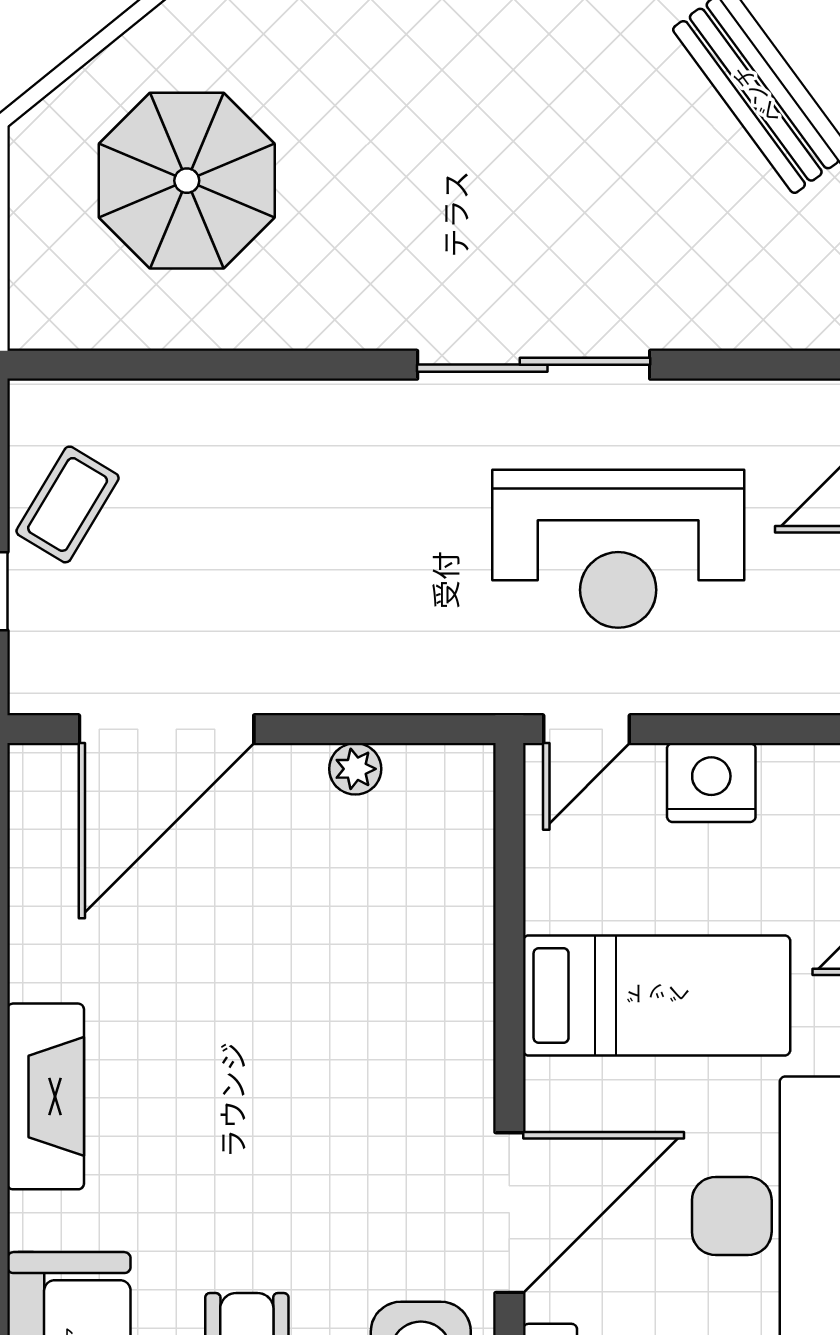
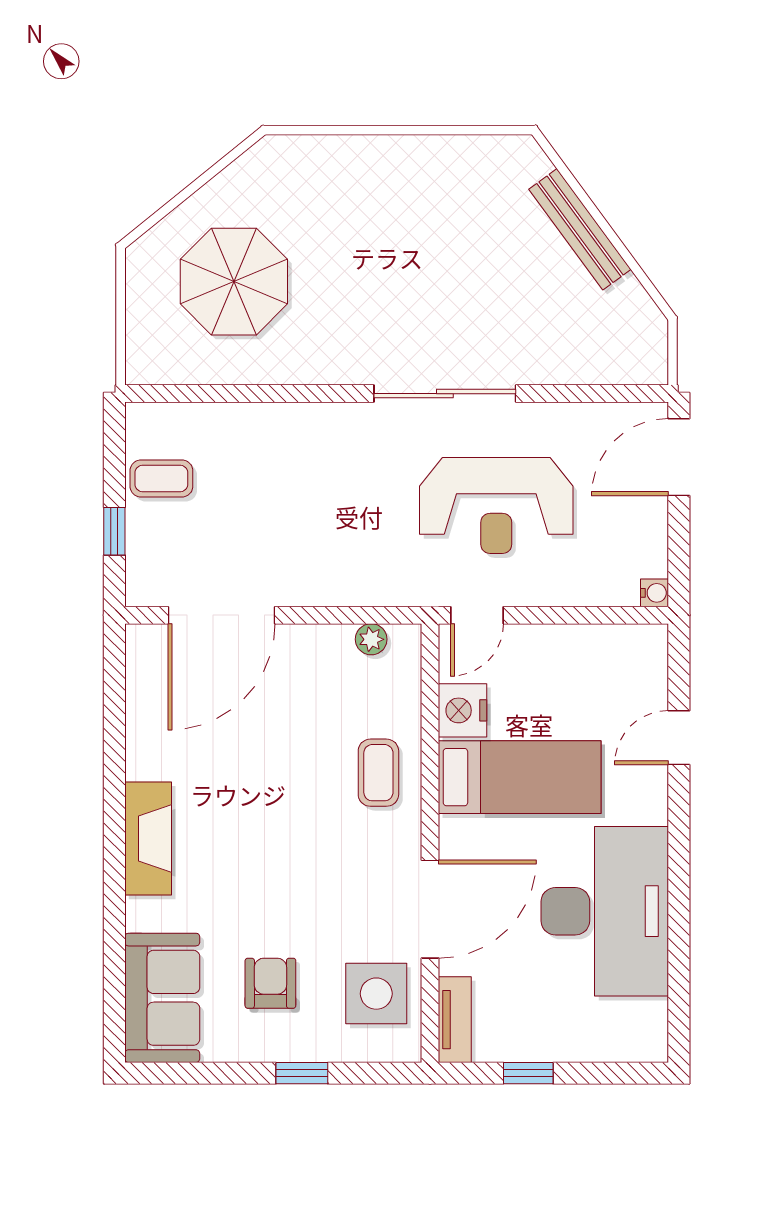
coffee table: (68, 504) -> (161, 478), turned 59
plant: (355, 769) -> (371, 639), moved
nightstand: (711, 783) -> (462, 710), moved, turned -90
coffee table: (424, 988) -> (378, 773), added

